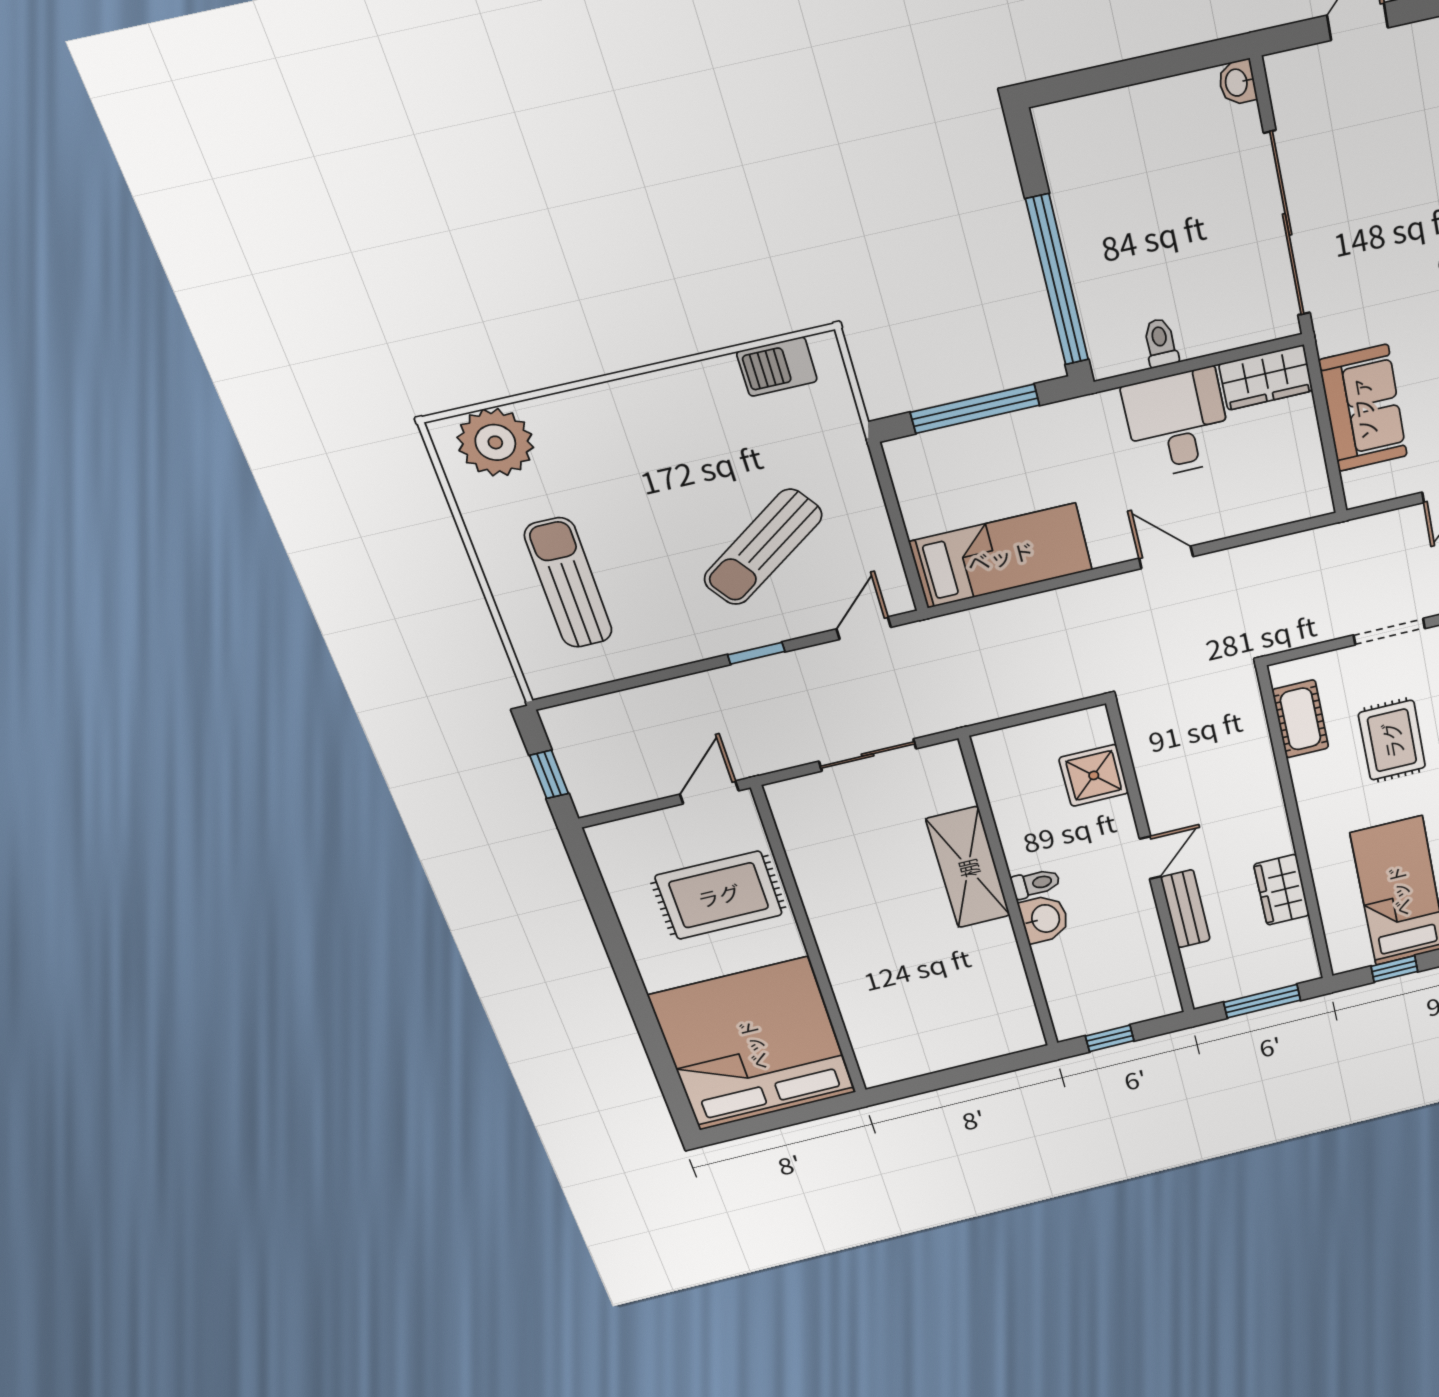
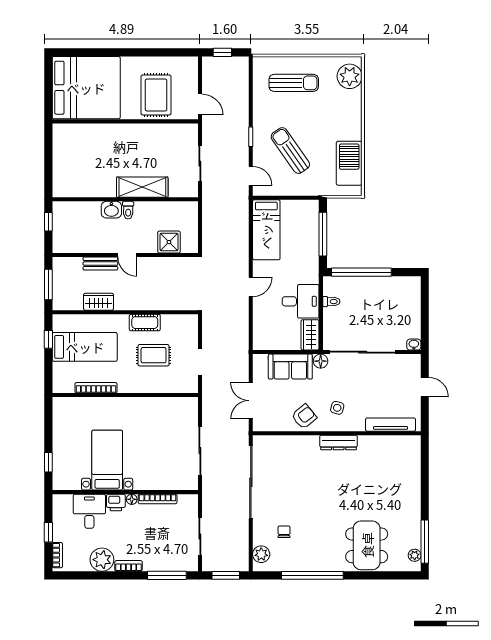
floor lamp: (1334, 333) -> (321, 361), added
barbecue: (777, 367) -> (349, 163), width x1.88, depth x1.53
cot: (1300, 719) -> (145, 323), moved

